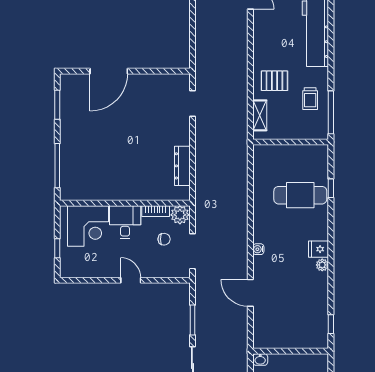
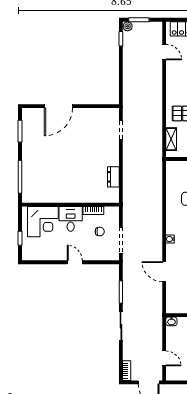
dresser: (182, 166) -> (113, 177), width x0.70
plant: (180, 215) -> (112, 213), removed

